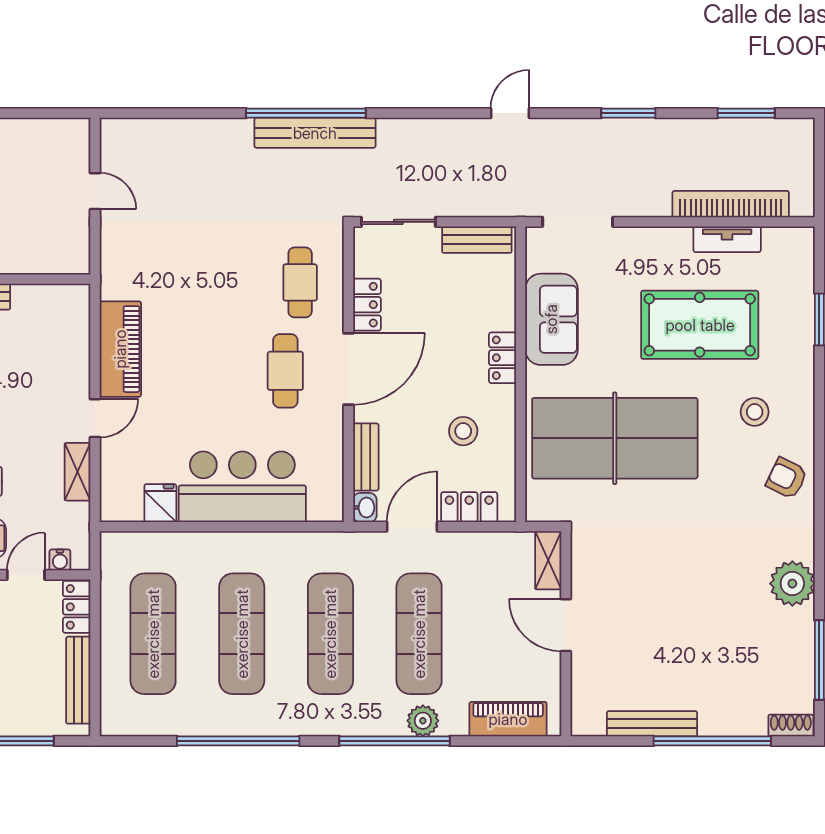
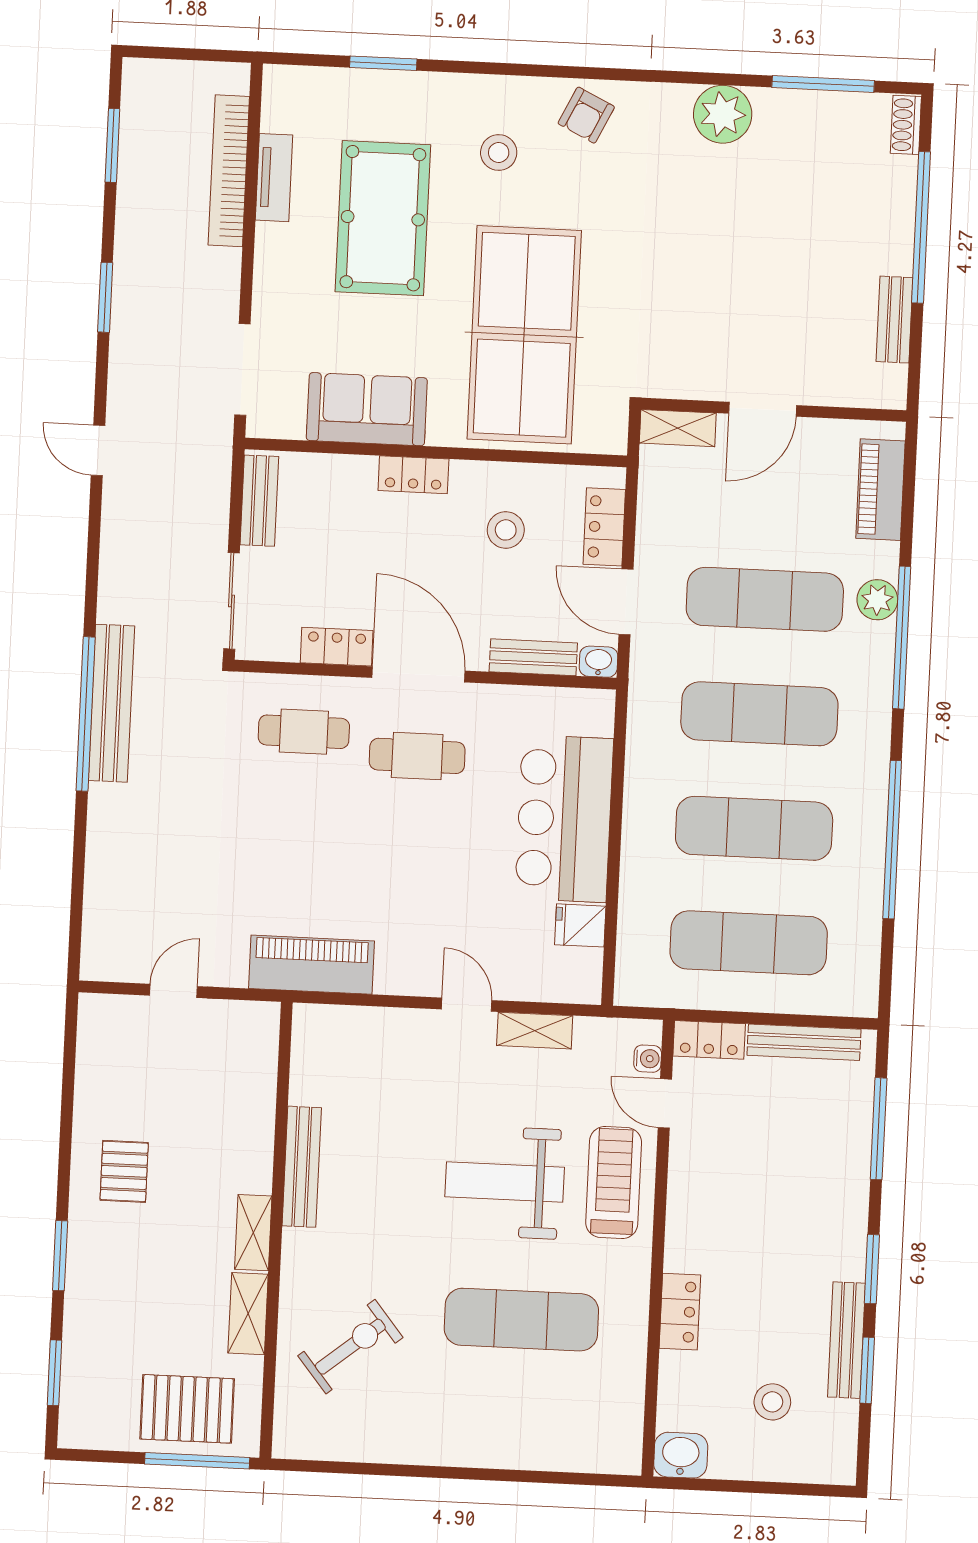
piano: (120, 349) -> (311, 965), moved
bench: (652, 724) -> (894, 320), width x0.73

